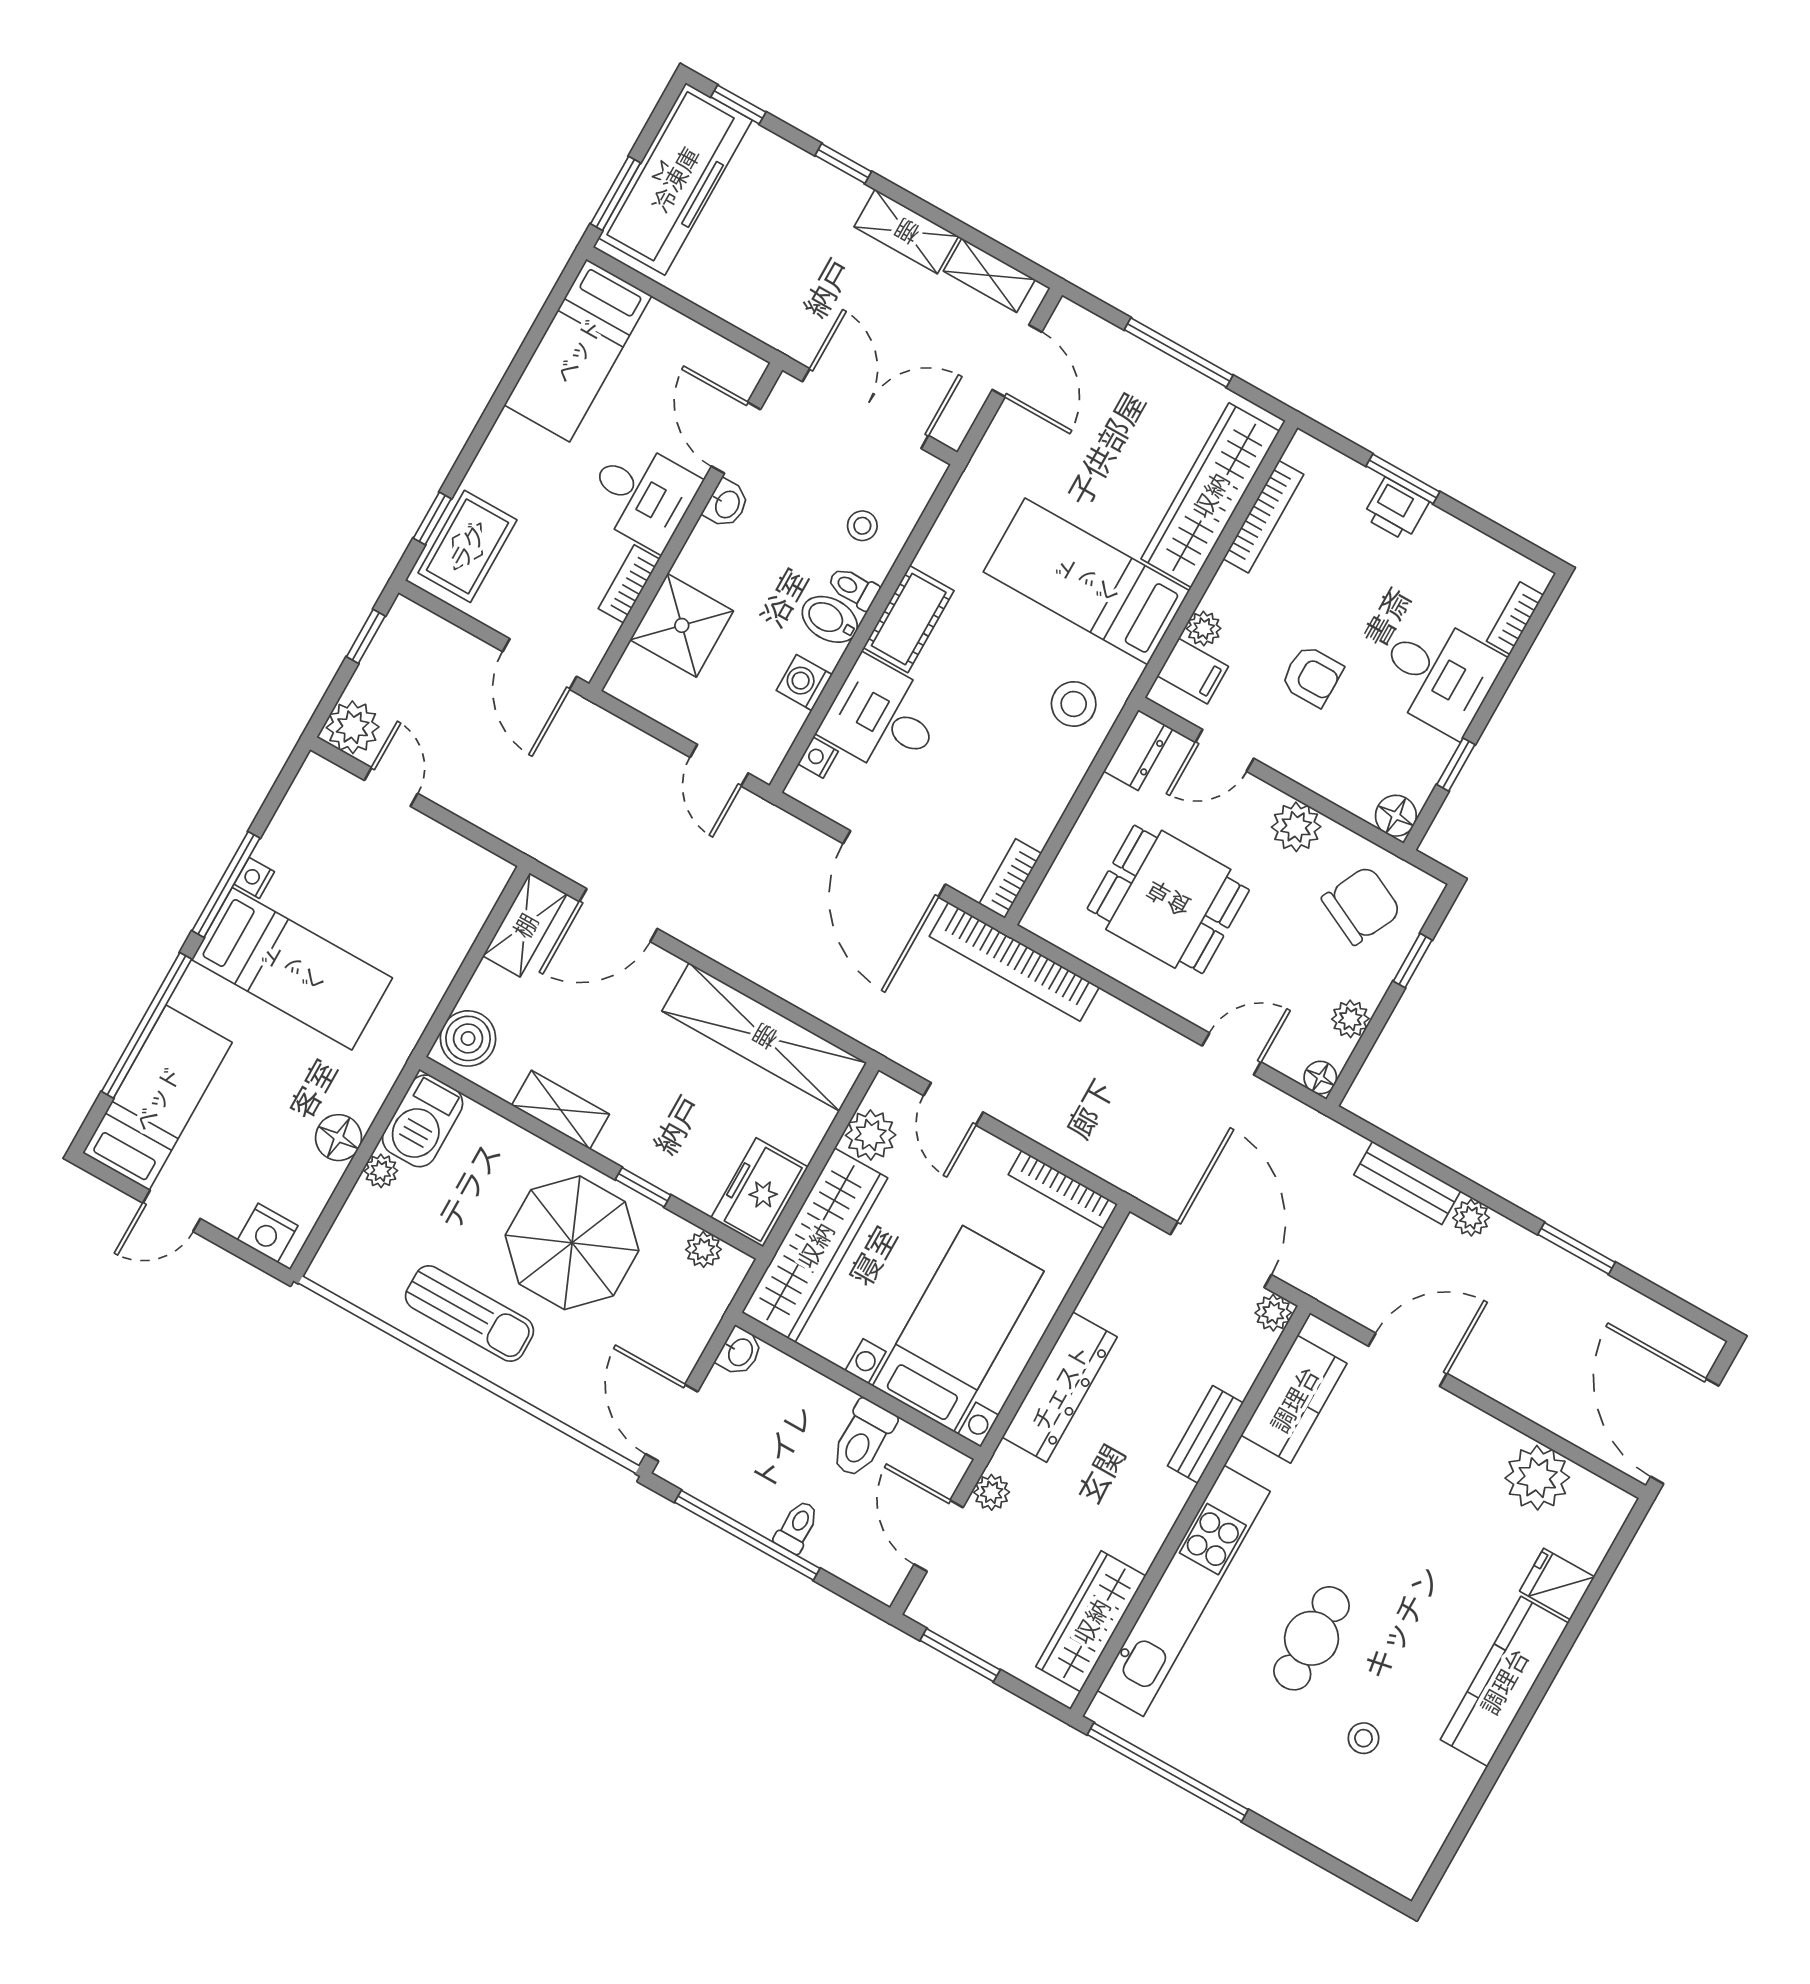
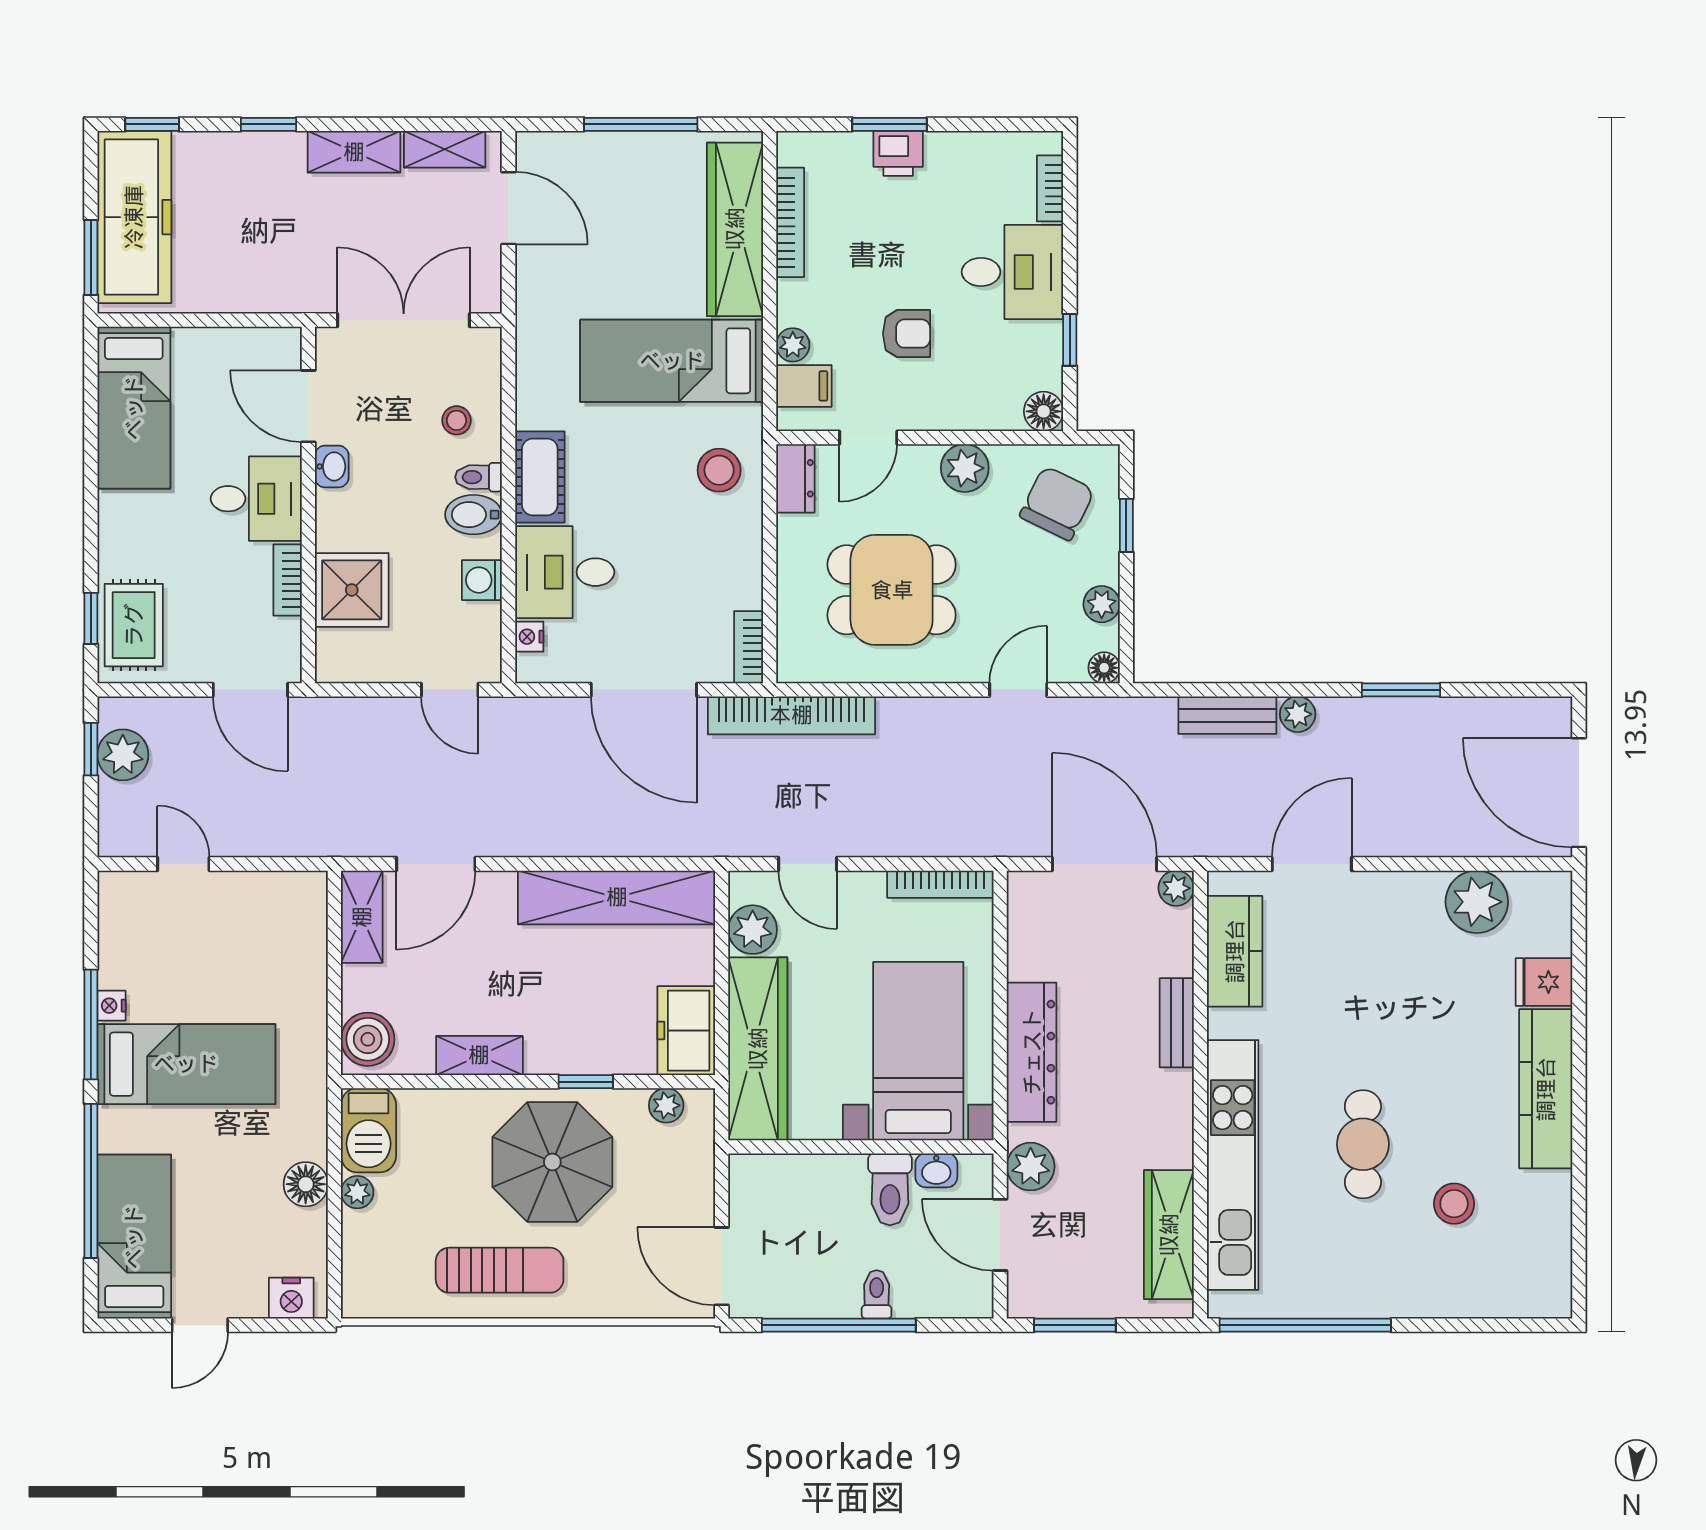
plant: (353, 727) -> (123, 755), moved
washbasin: (740, 1352) -> (936, 1170), moved, turned 90
plant: (992, 1492) -> (1031, 1167), width x1.38, depth x1.38
stool: (1364, 1738) -> (1454, 1204), width x1.37, depth x1.37

